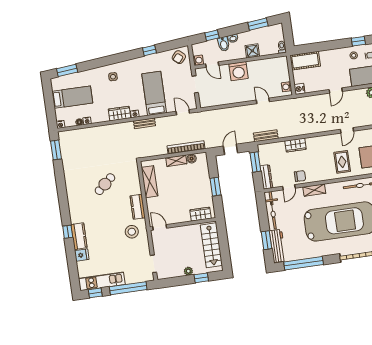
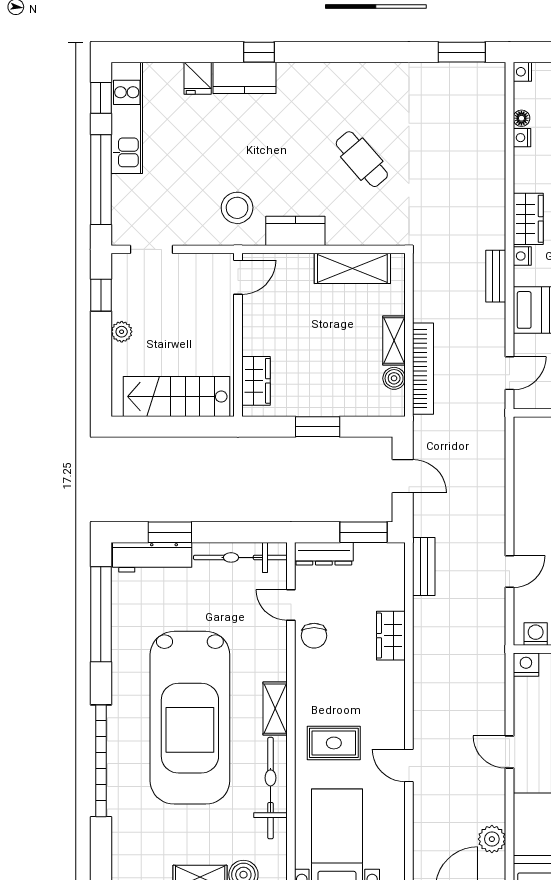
shelving: (314, 190) -> (275, 709), moved
window: (201, 278) -> (101, 295), moved

